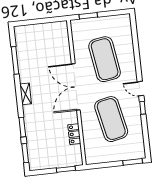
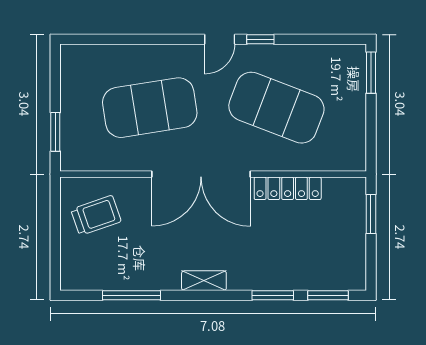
trolley: (51, 39) -> (96, 215), added
exercise mat: (111, 119) -> (276, 108), turned 33
locker: (74, 134) -> (288, 188), width x1.53

